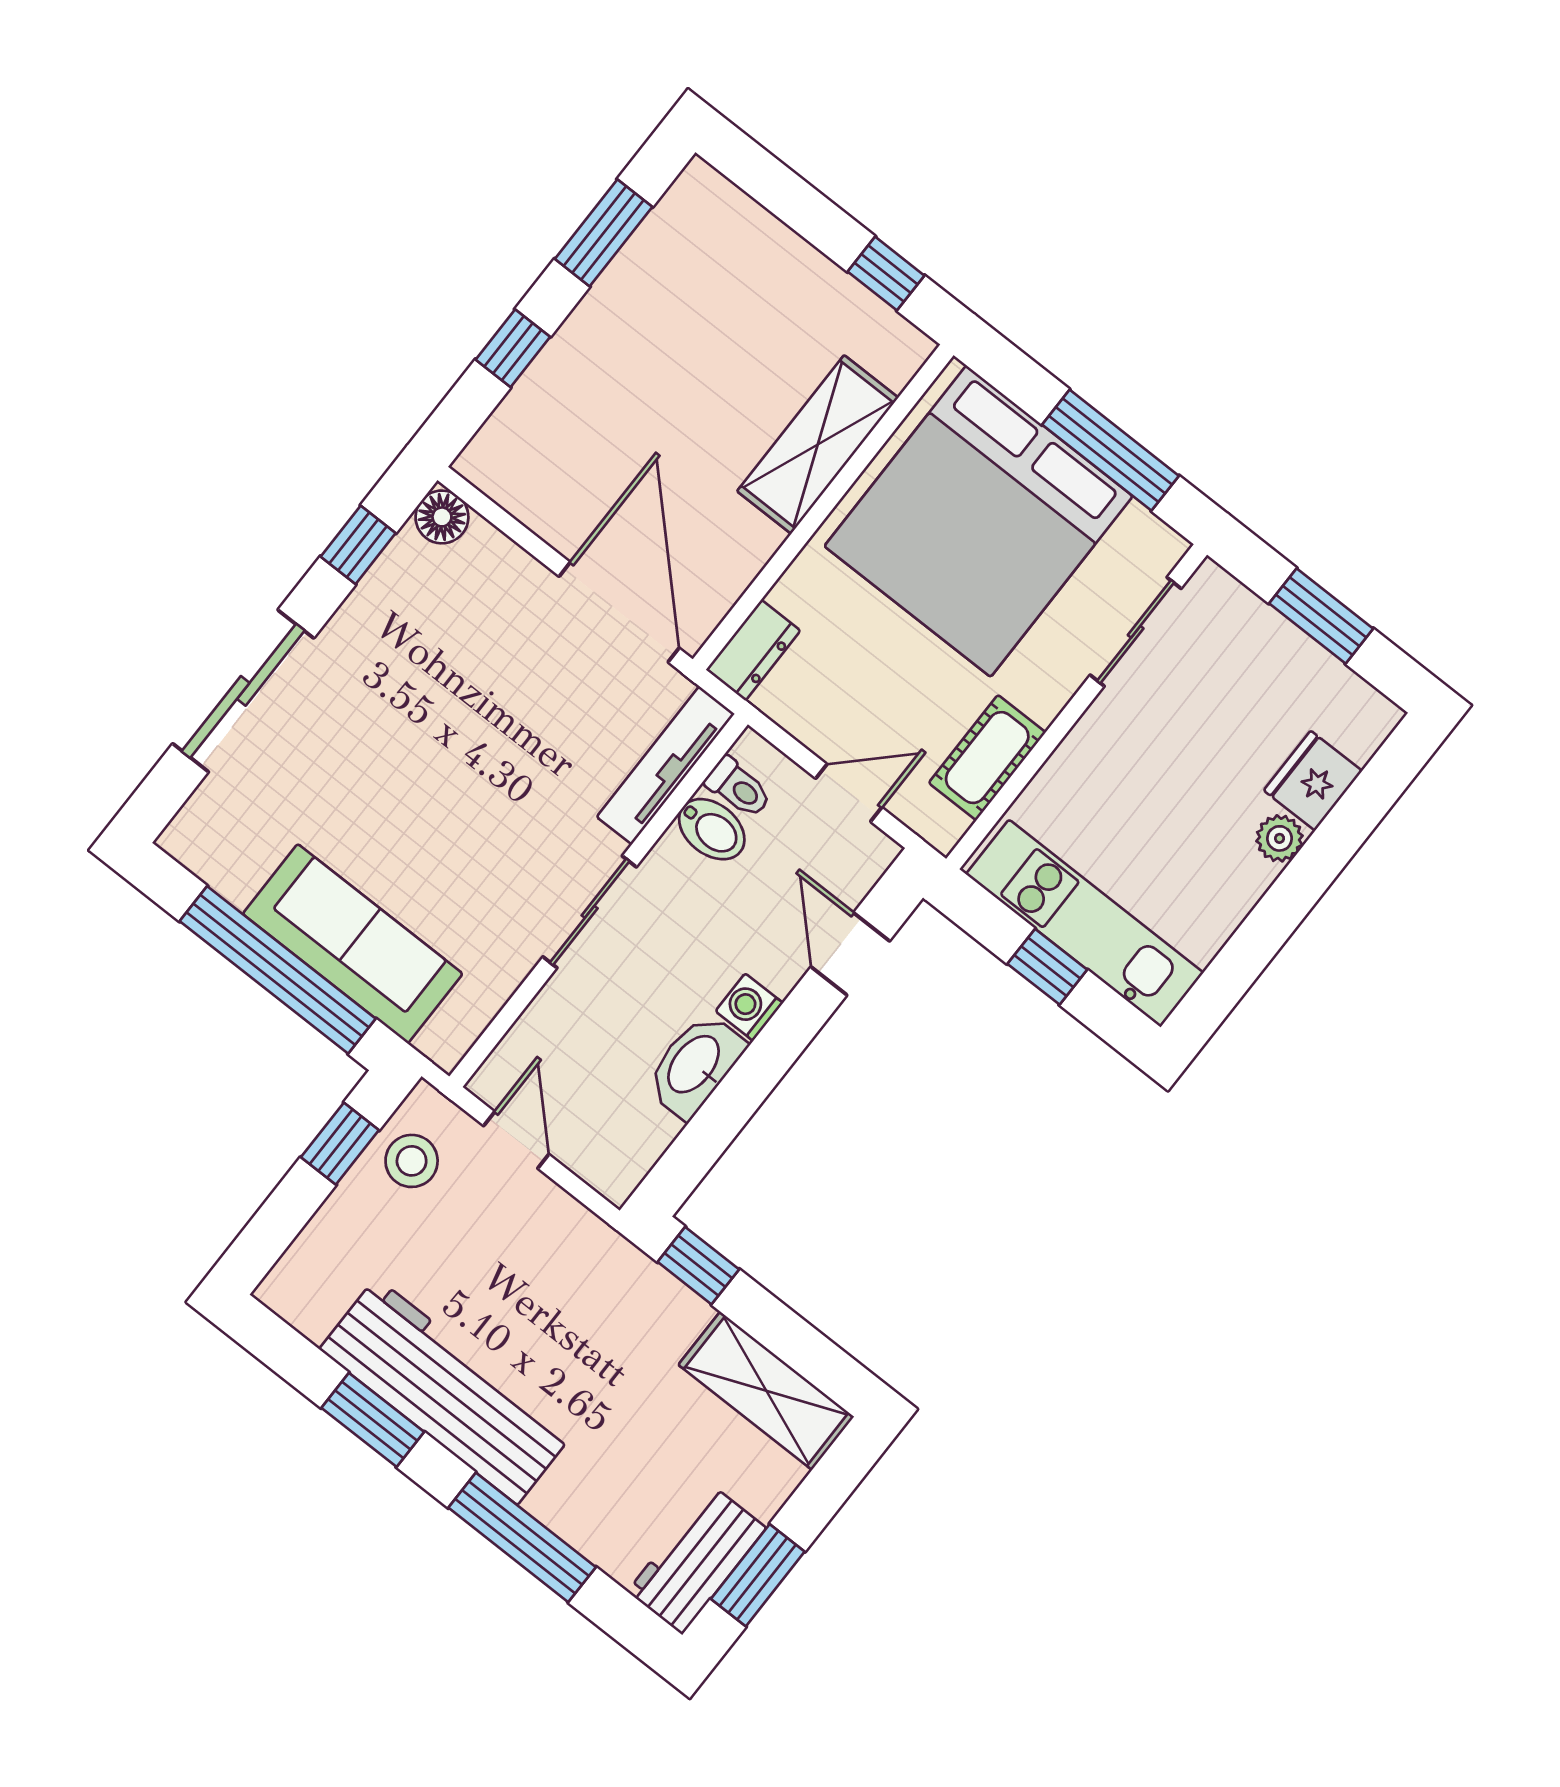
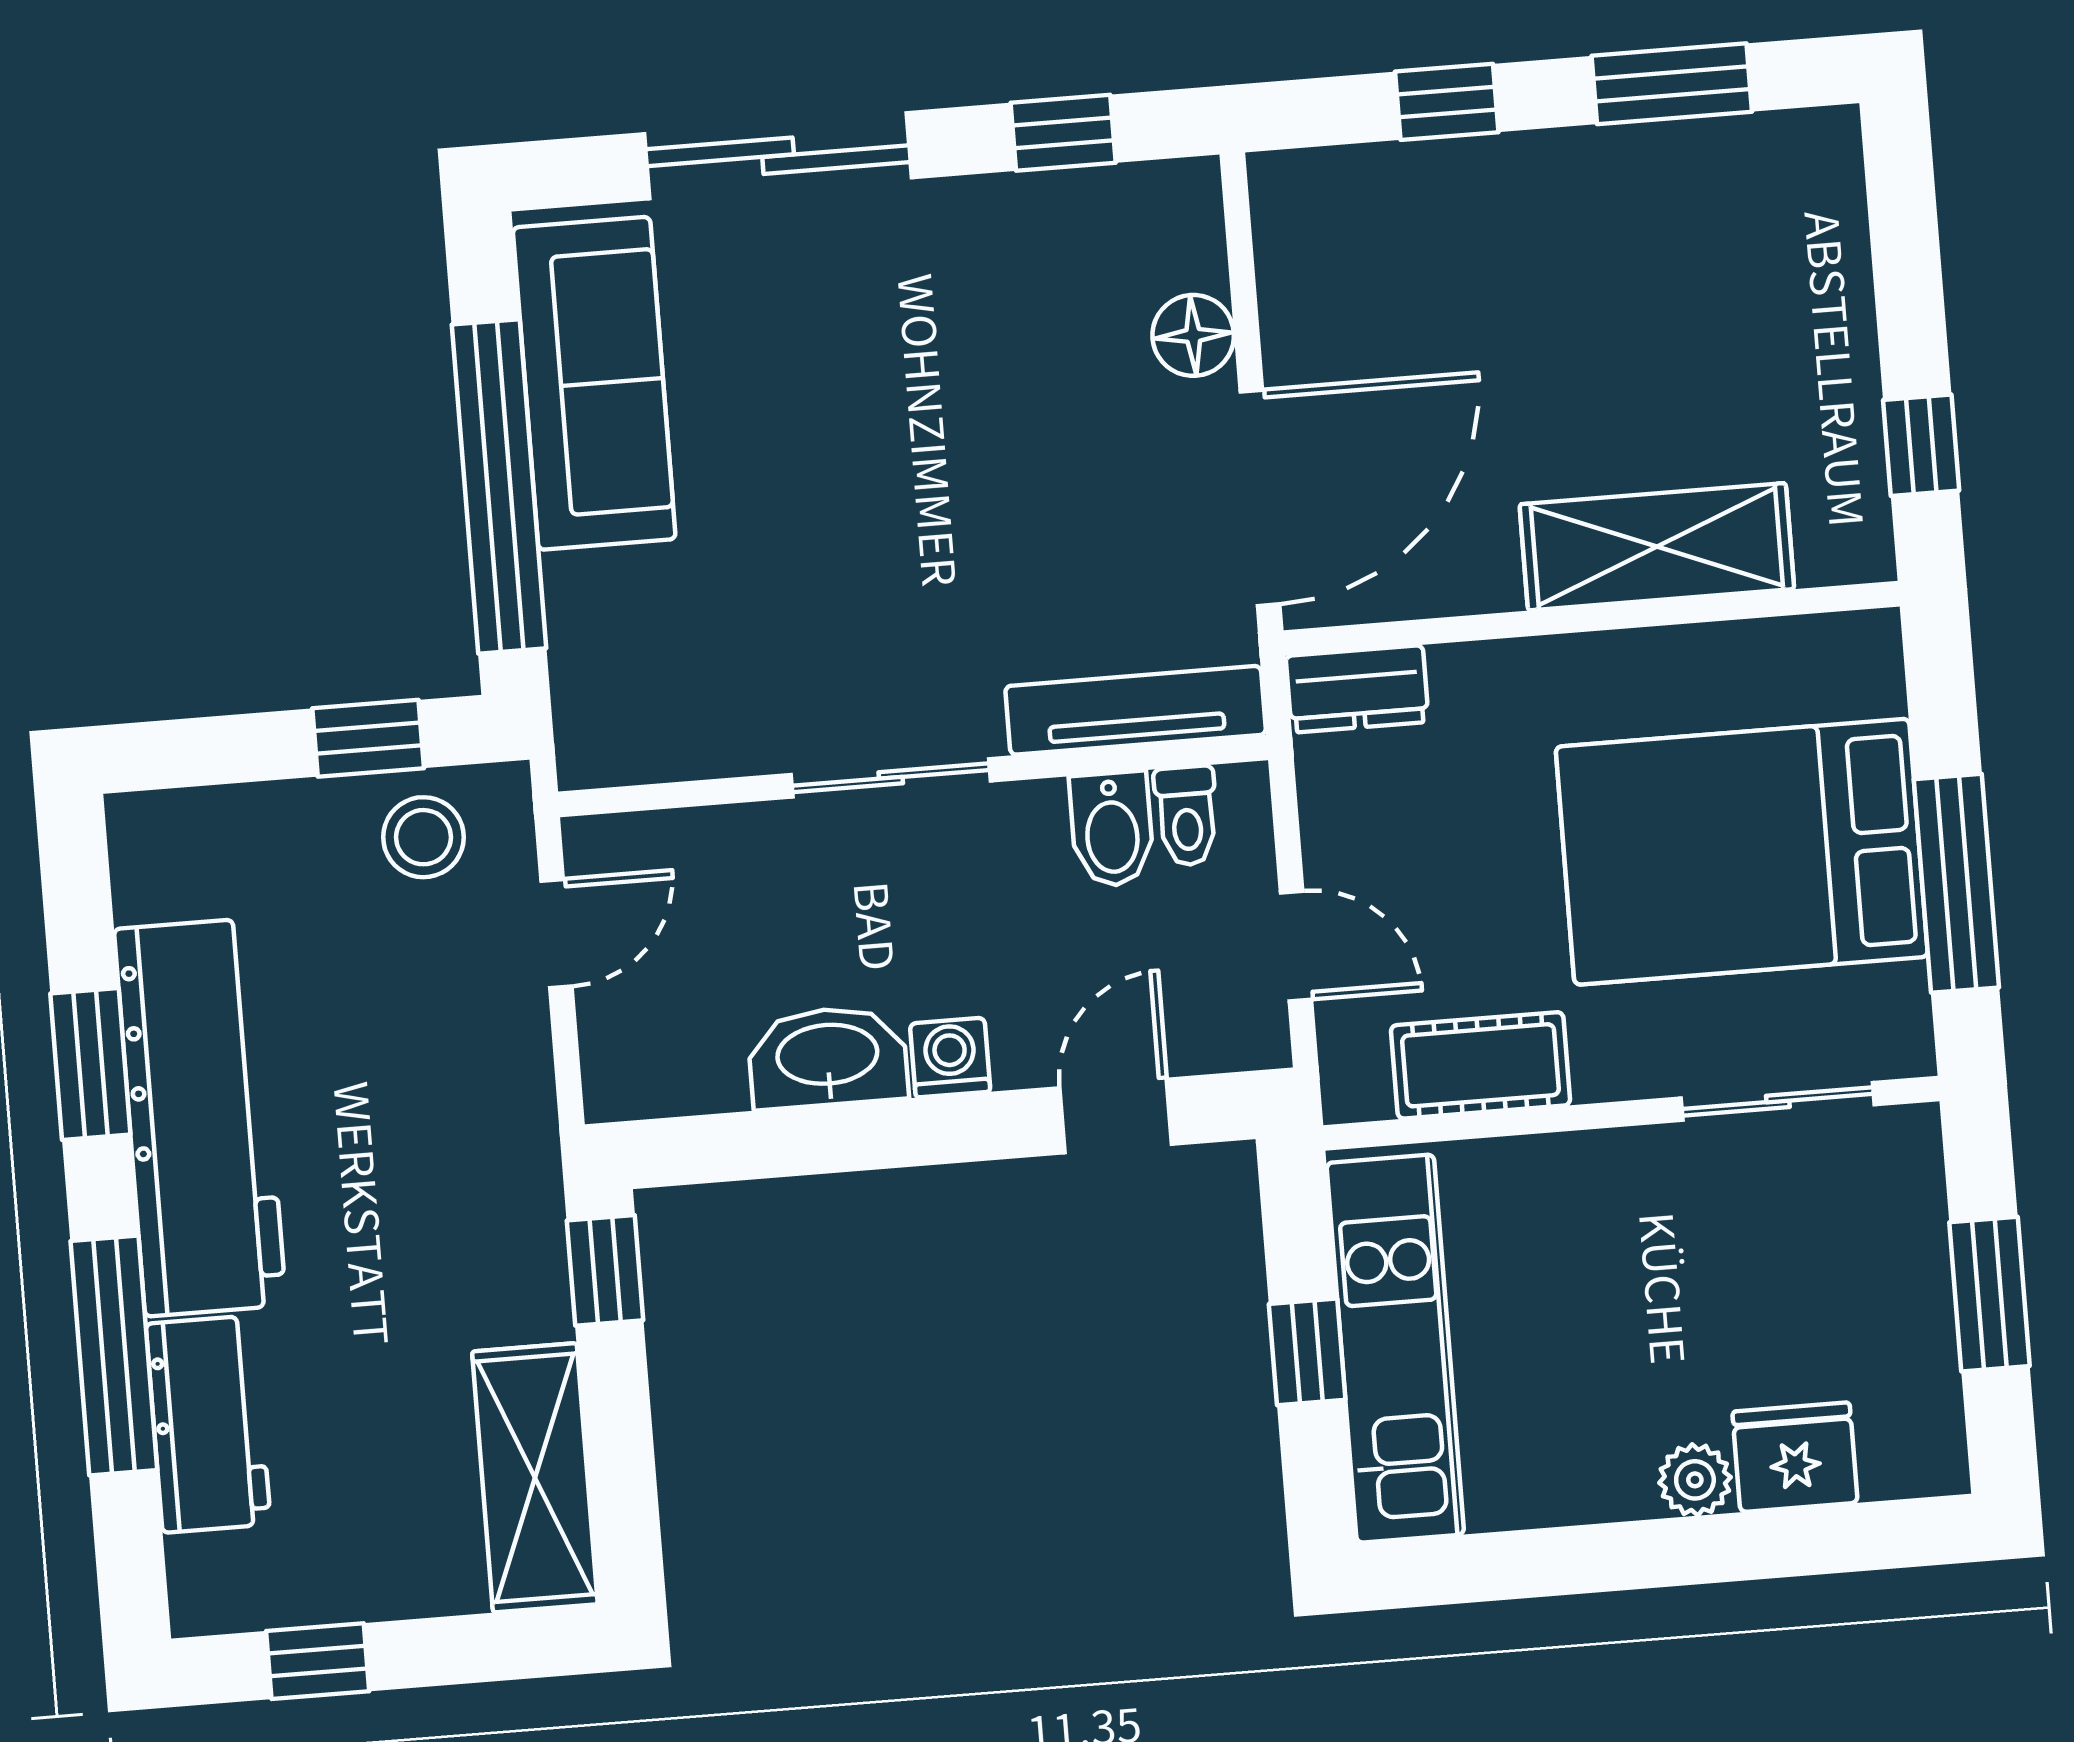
floor lamp: (442, 517) -> (1193, 335), moved
bed: (978, 521) -> (1742, 852), width x0.73
sofa: (353, 944) -> (594, 383), moved
workbench: (697, 1560) -> (208, 1424), moved, turned 90
window: (758, 1575) -> (318, 1661), width x0.67

